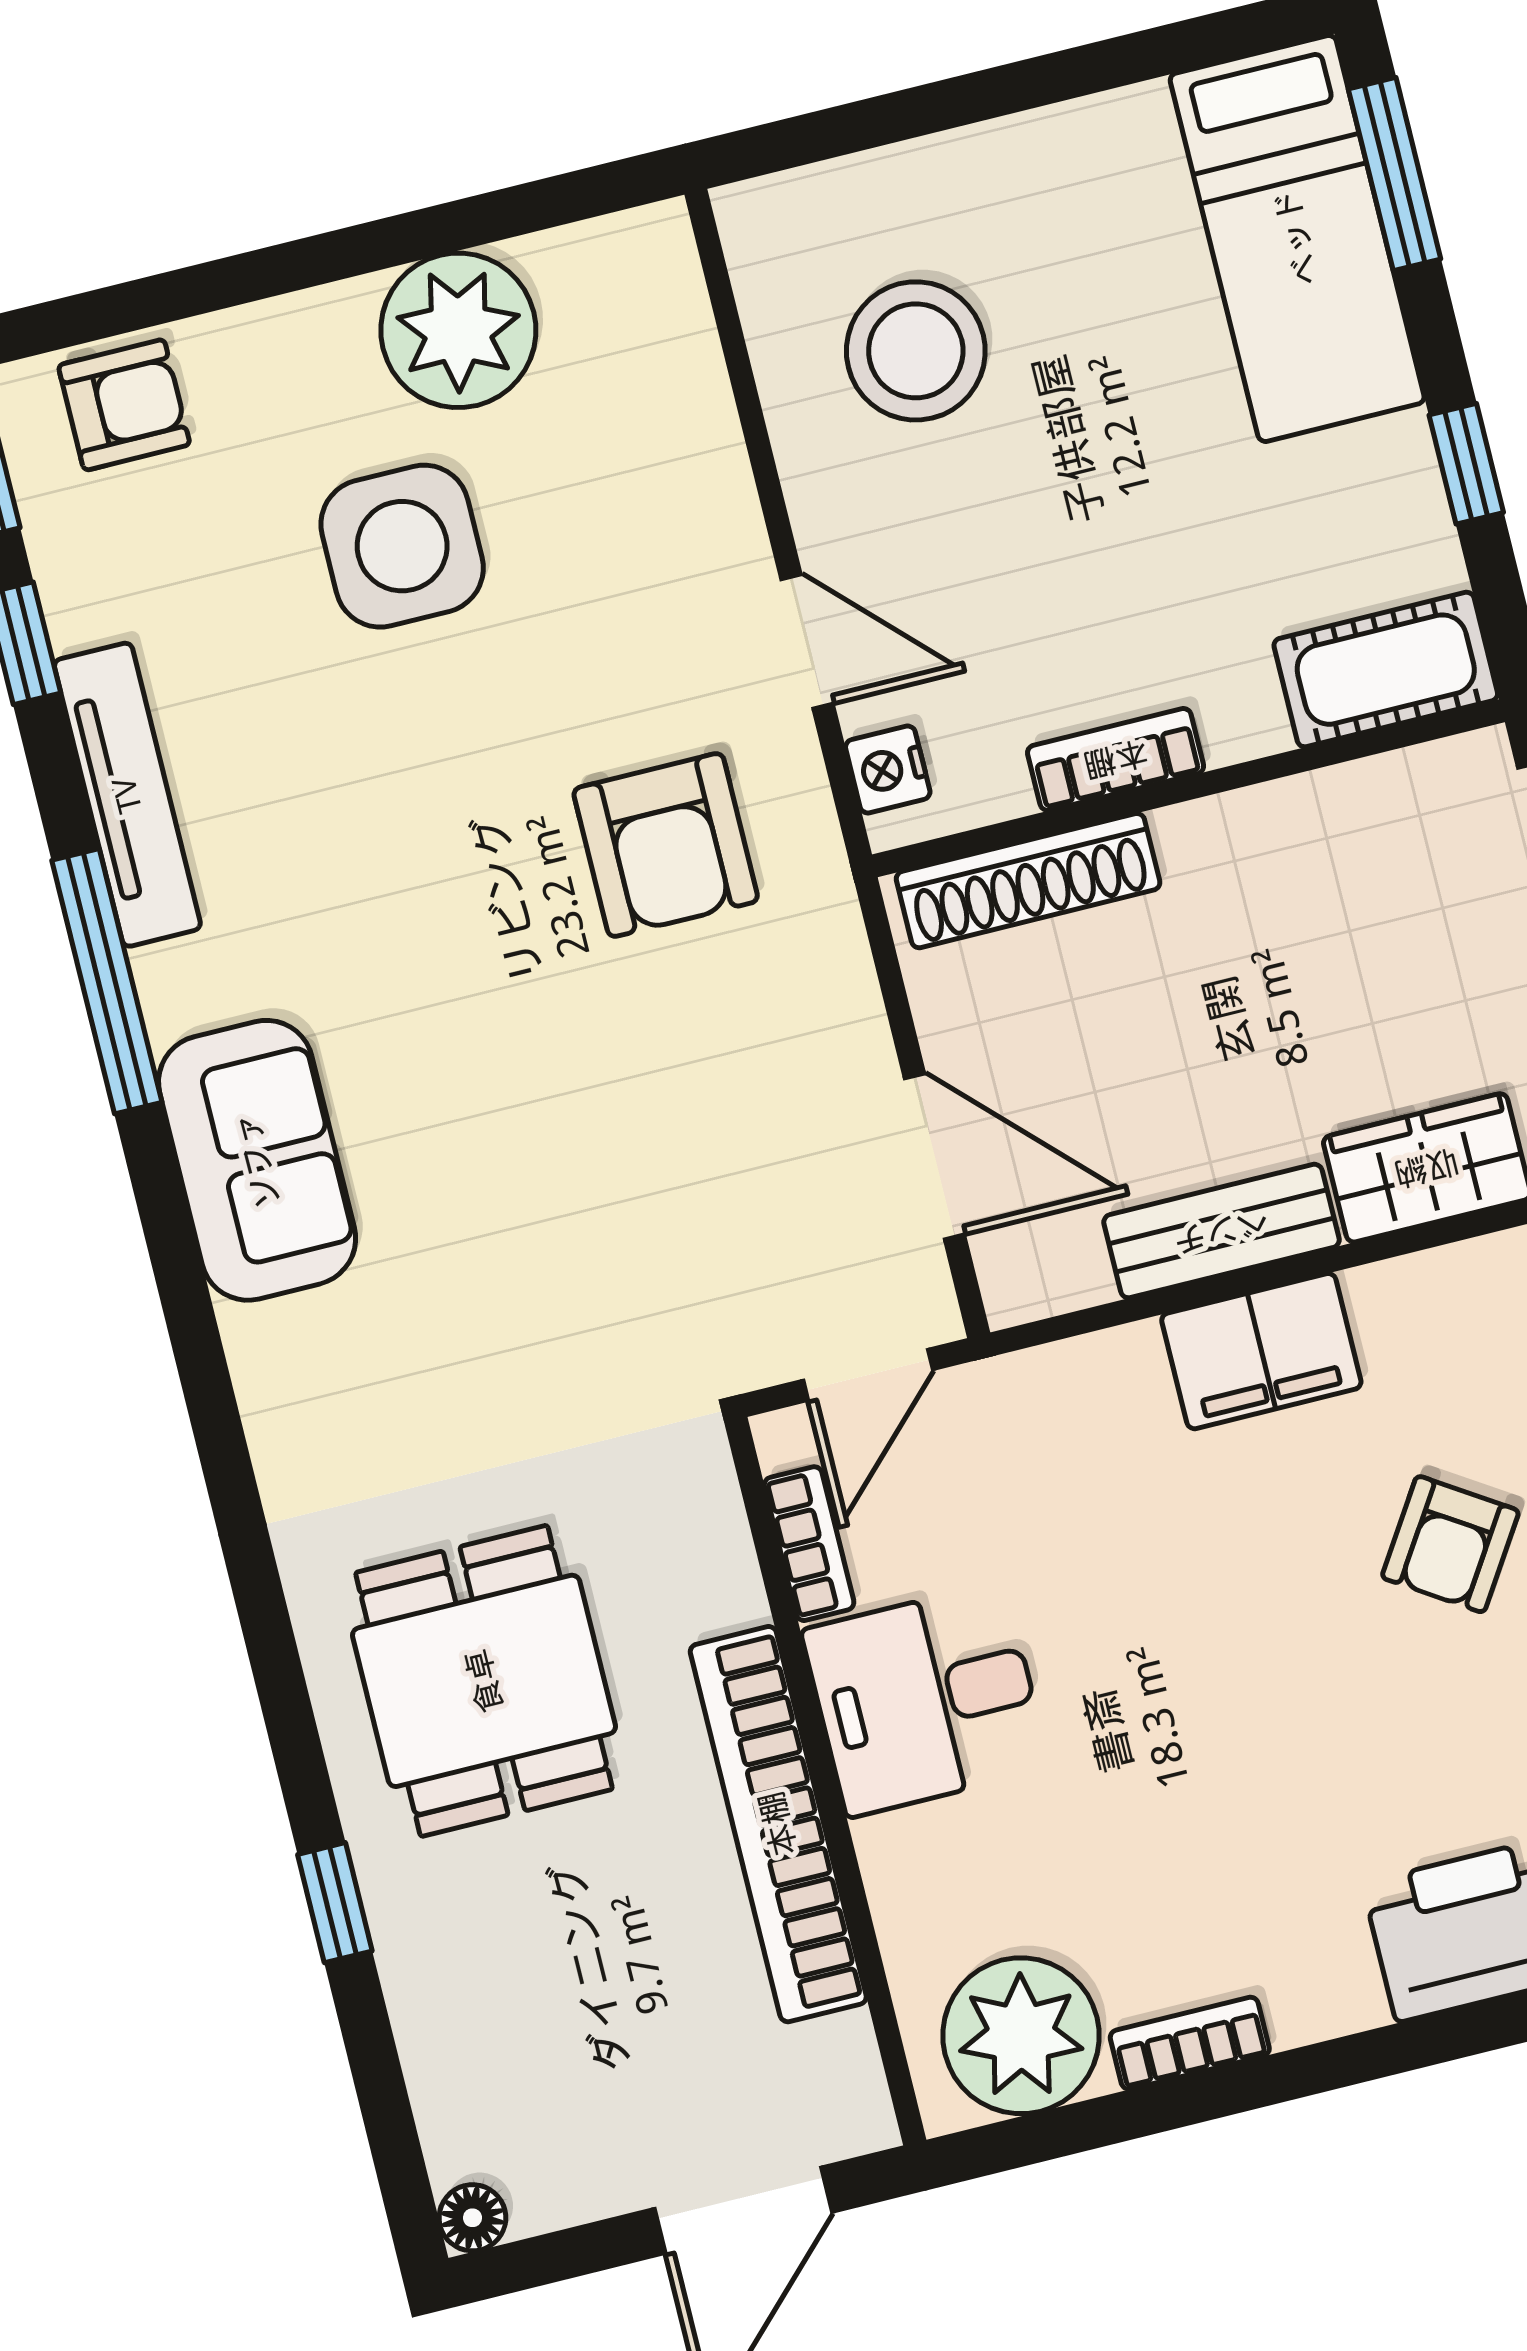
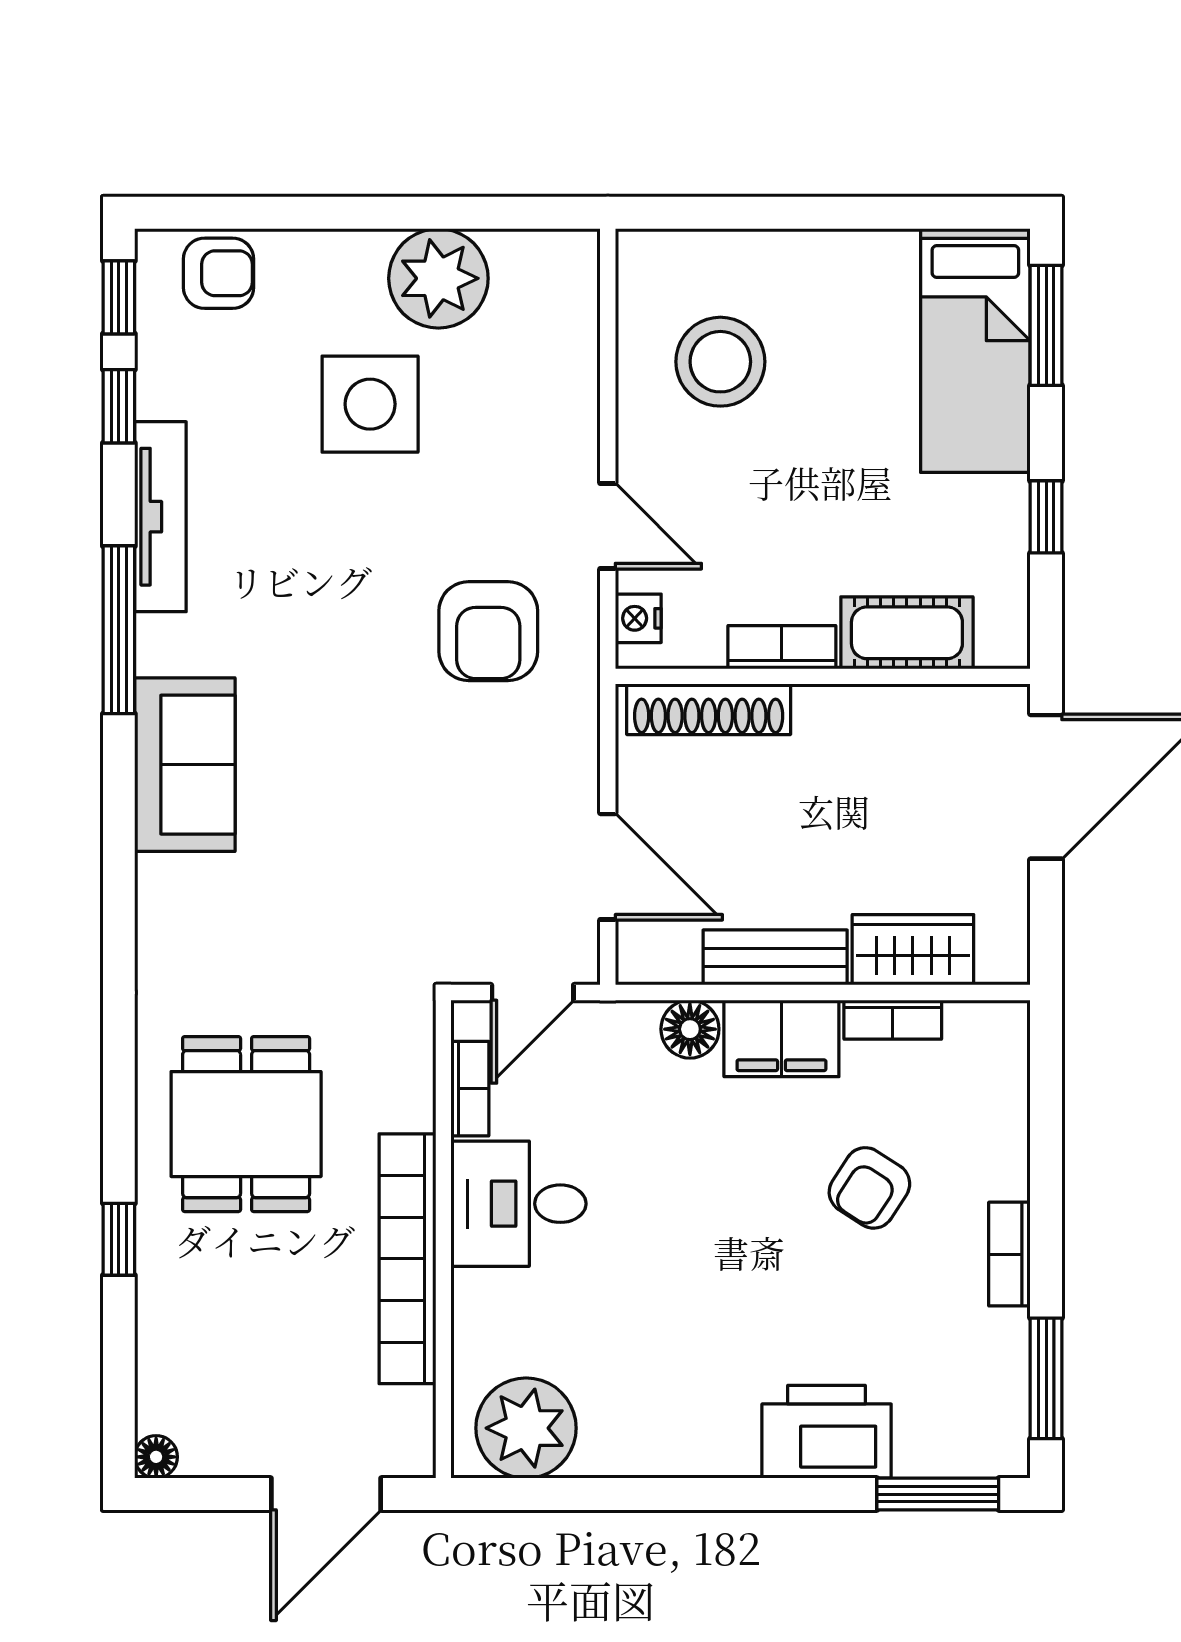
cot: (1386, 670) -> (907, 633), moved
floor lamp: (1120, 1371) -> (690, 1029), added
bookcase: (1190, 2043) -> (893, 1020), moved, turned 180

